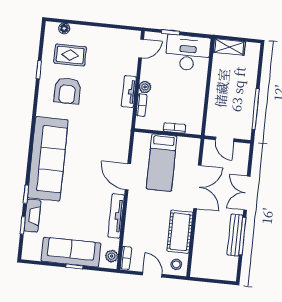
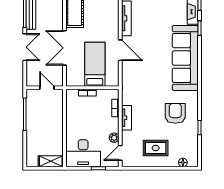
rug: (70, 55) -> (156, 148), moved
plant: (145, 87) -> (114, 138), moved

